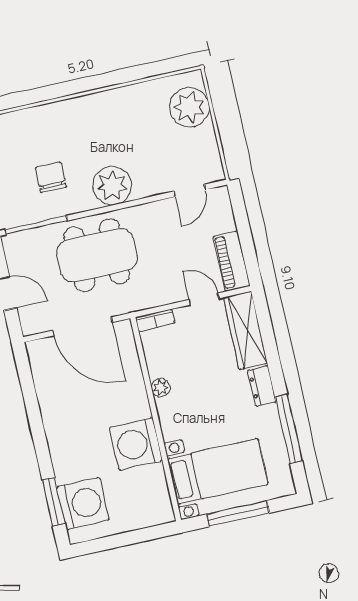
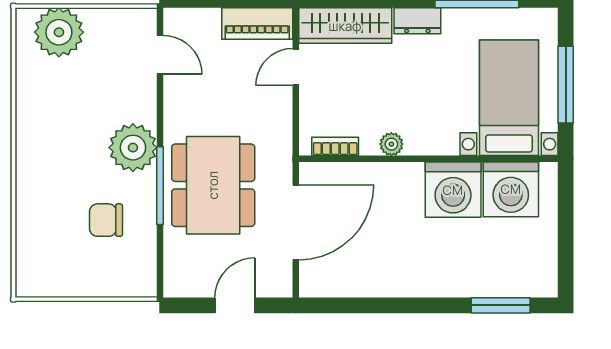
window: (36, 225) -> (160, 186), moved
bookcase: (155, 320) -> (335, 146), moved, turned -90
washing machine: (83, 503) -> (511, 189), moved, turned 180

